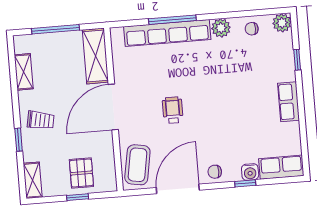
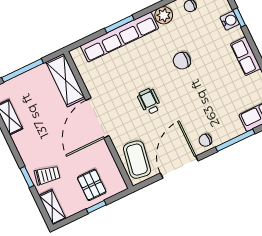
window: (172, 20) -> (119, 24), width x0.69
chair: (222, 81) -> (182, 61), added
trolley: (41, 120) -> (47, 175), moved
water cooler: (250, 172) -> (230, 21), moved, turned -90
window: (245, 183) -> (235, 140), width x2.17

